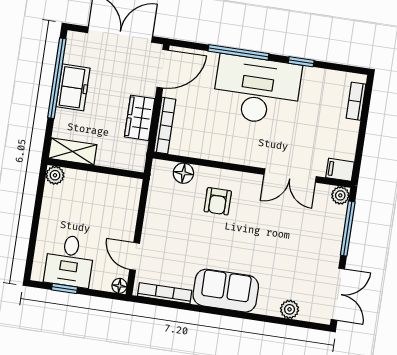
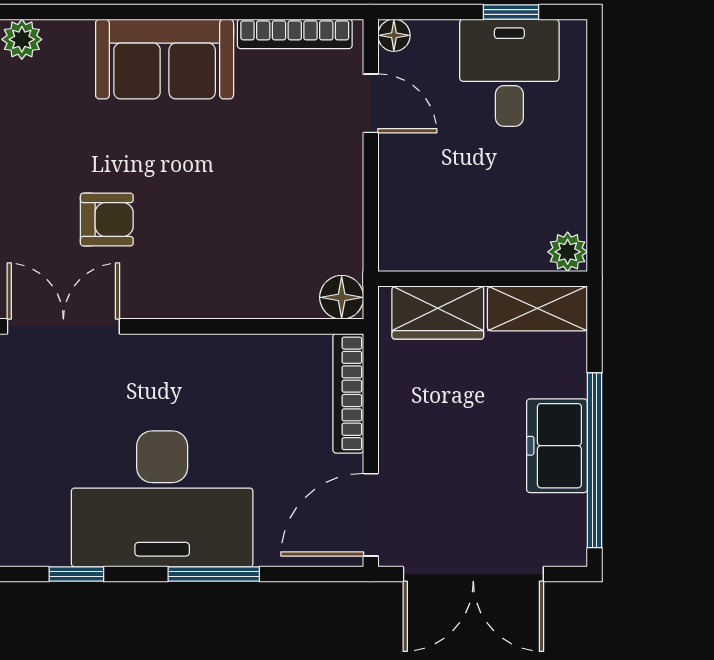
window: (238, 52) -> (214, 574), width x0.69
wardrobe: (140, 118) -> (438, 313), moved, turned 90
floor lamp: (183, 173) -> (342, 297), moved
armchair: (218, 201) -> (107, 220), moved, turned 90

